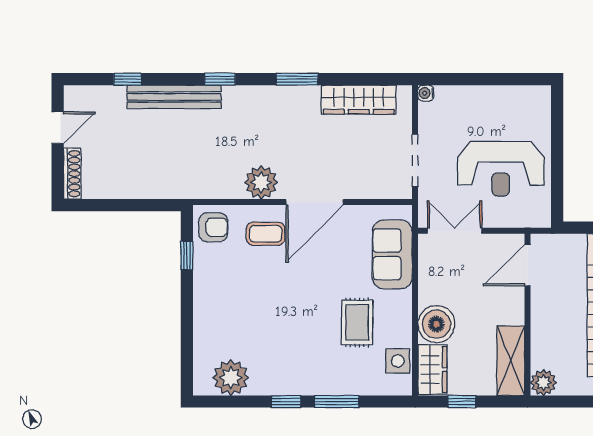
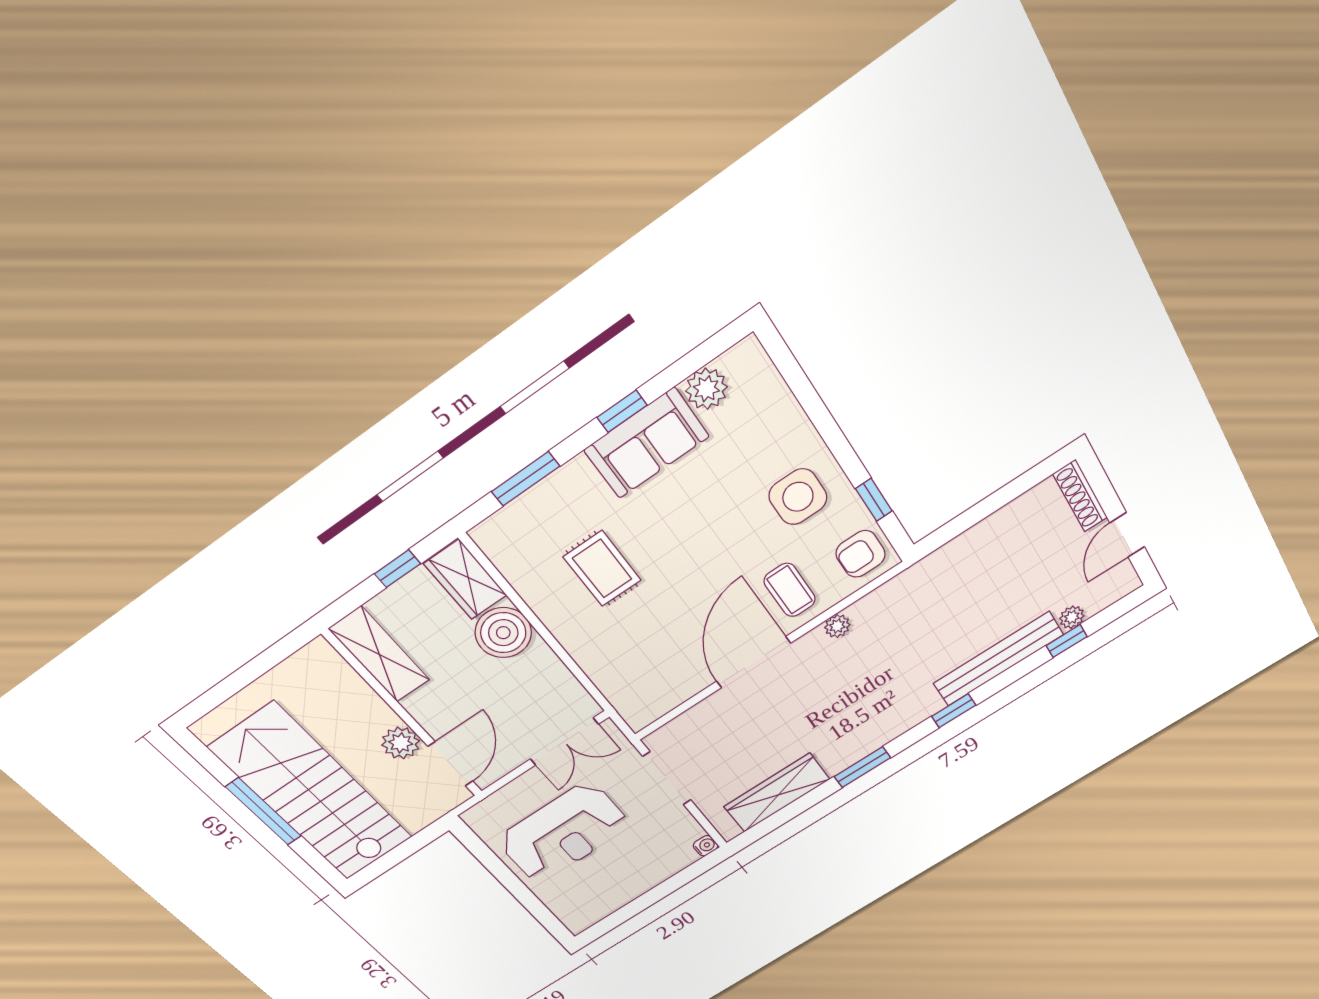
plant: (116, 94) -> (1072, 617), added
reception desk: (501, 169) -> (563, 833), turned 180
plant: (261, 182) -> (837, 626), width x0.53, depth x0.53
coffee table: (266, 234) -> (790, 590), turned 90
sofa: (392, 254) -> (647, 443), moved, turned 90
side table: (398, 361) -> (798, 497), moved, width x1.37, depth x1.37
plant: (231, 378) -> (706, 389), width x0.73, depth x0.73
plant: (543, 382) -> (401, 743), moved
window: (337, 402) -> (526, 479), moved

